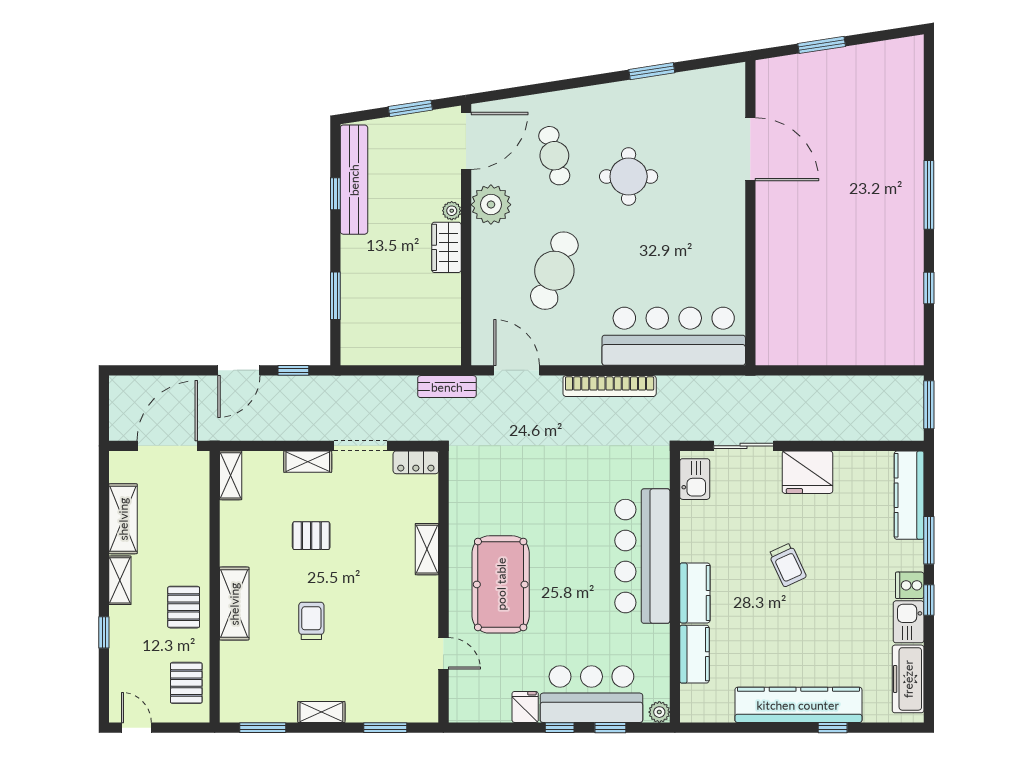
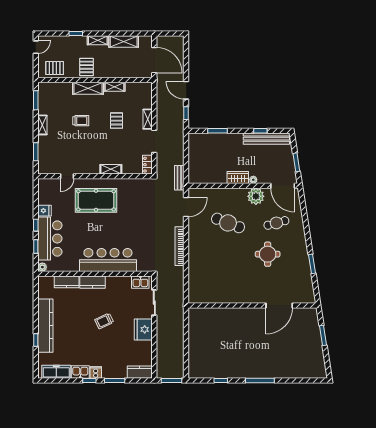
bar counter: (674, 336) -> (200, 273), removed
shelving: (231, 475) -> (115, 87), moved
kitchen counter: (909, 495) -> (140, 372), width x0.67
pallet: (184, 607) -> (86, 67), turned 90

